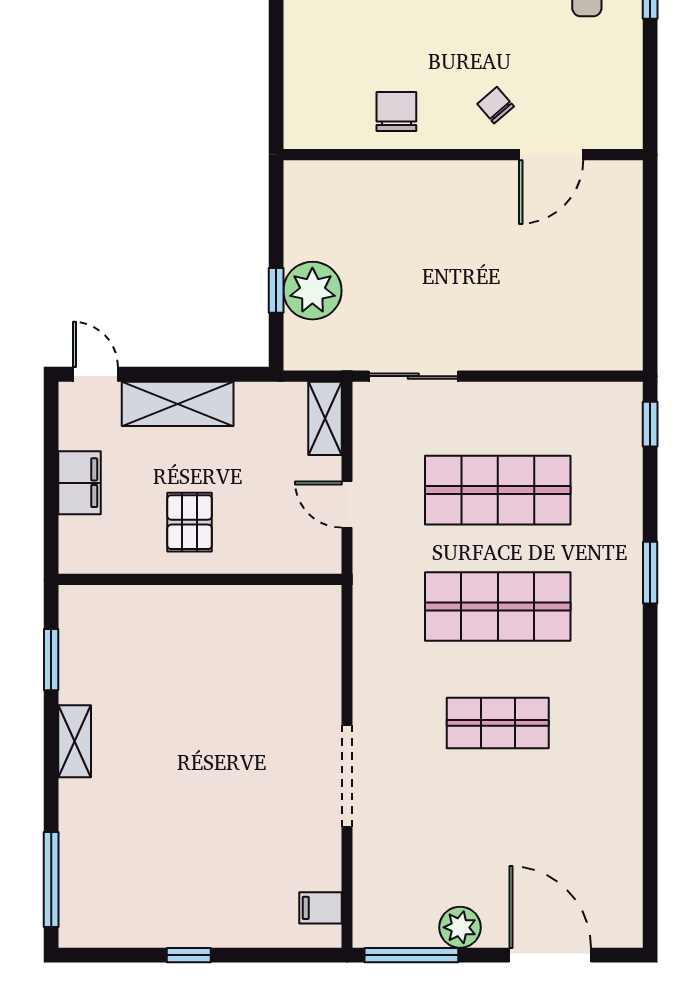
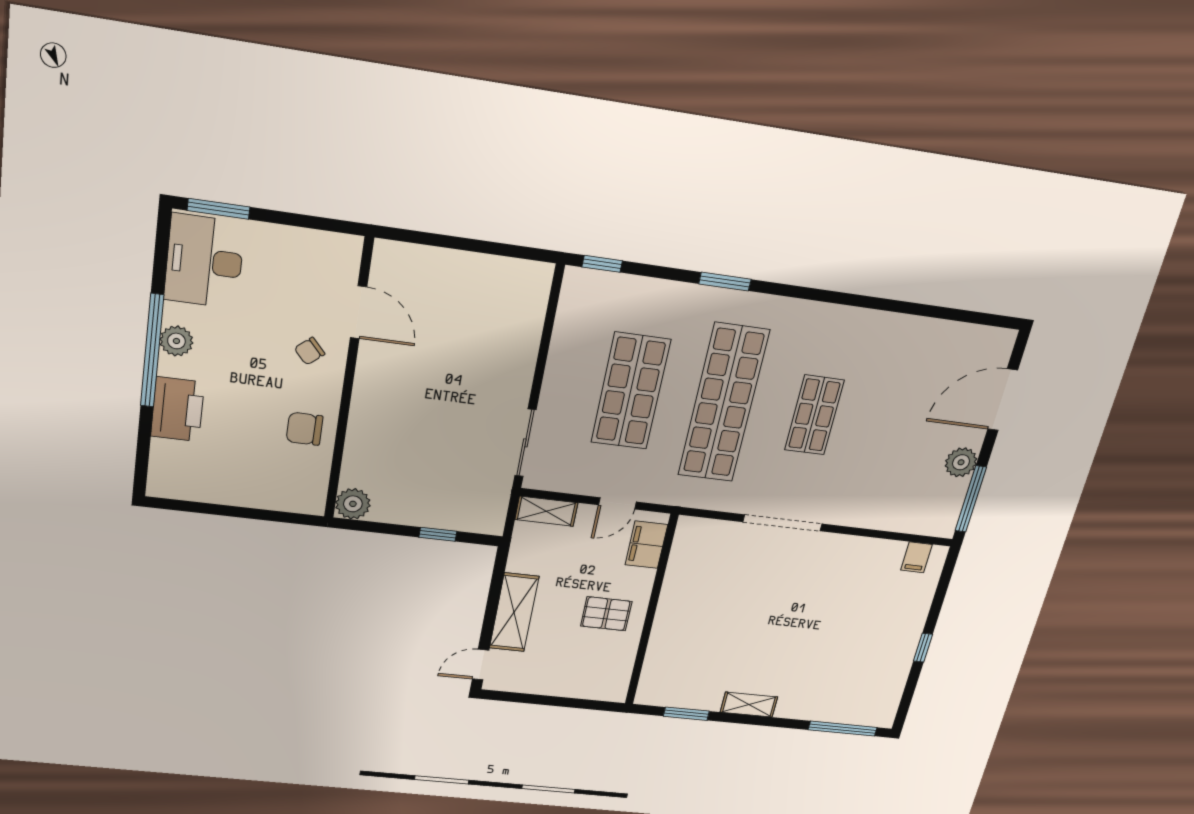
plant: (312, 291) -> (353, 504), moved, width x0.73, depth x0.73
filing cabinet: (79, 483) -> (646, 545), moved, turned -90
shop shelf: (498, 607) -> (723, 403), width x1.40
doorway: (347, 776) -> (783, 523), moved

